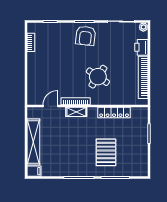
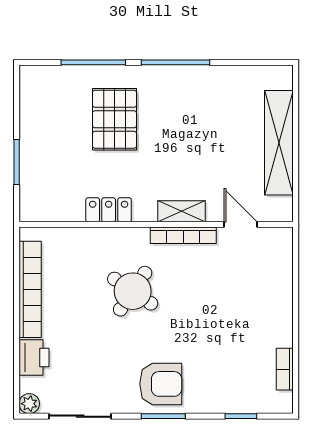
armchair: (86, 36) -> (161, 384), turned 84
door: (50, 106) -> (240, 224), swing flipped
locker: (114, 112) -> (109, 210), width x0.66
filing cabinet: (34, 171) -> (277, 77), removed

